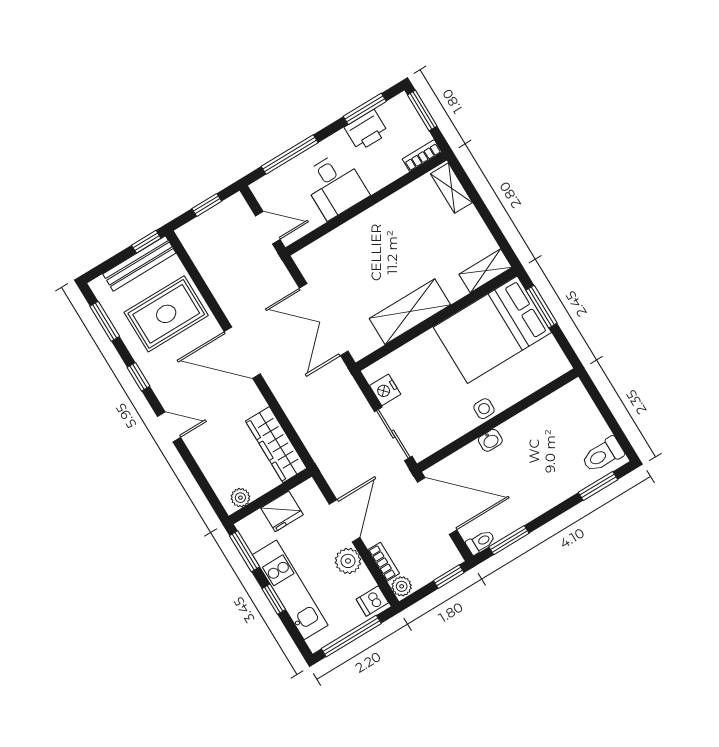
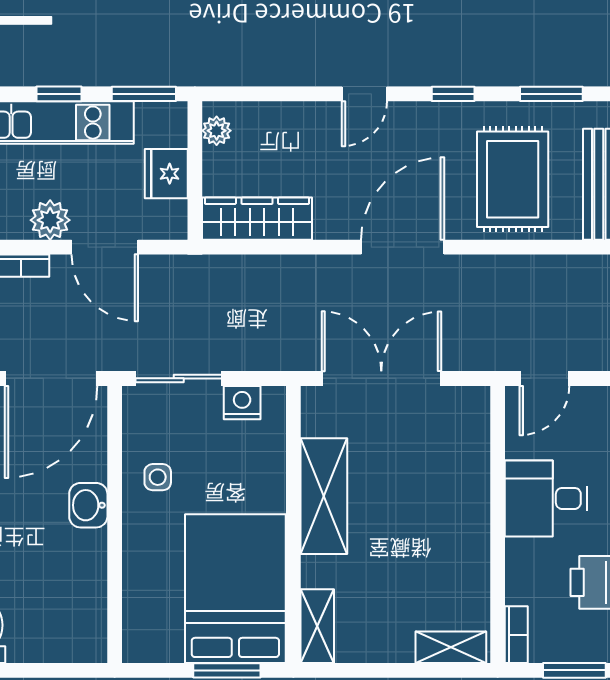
side table: (484, 409) -> (158, 477), moved
washbasin: (490, 440) -> (88, 505), width x1.38, depth x1.45

